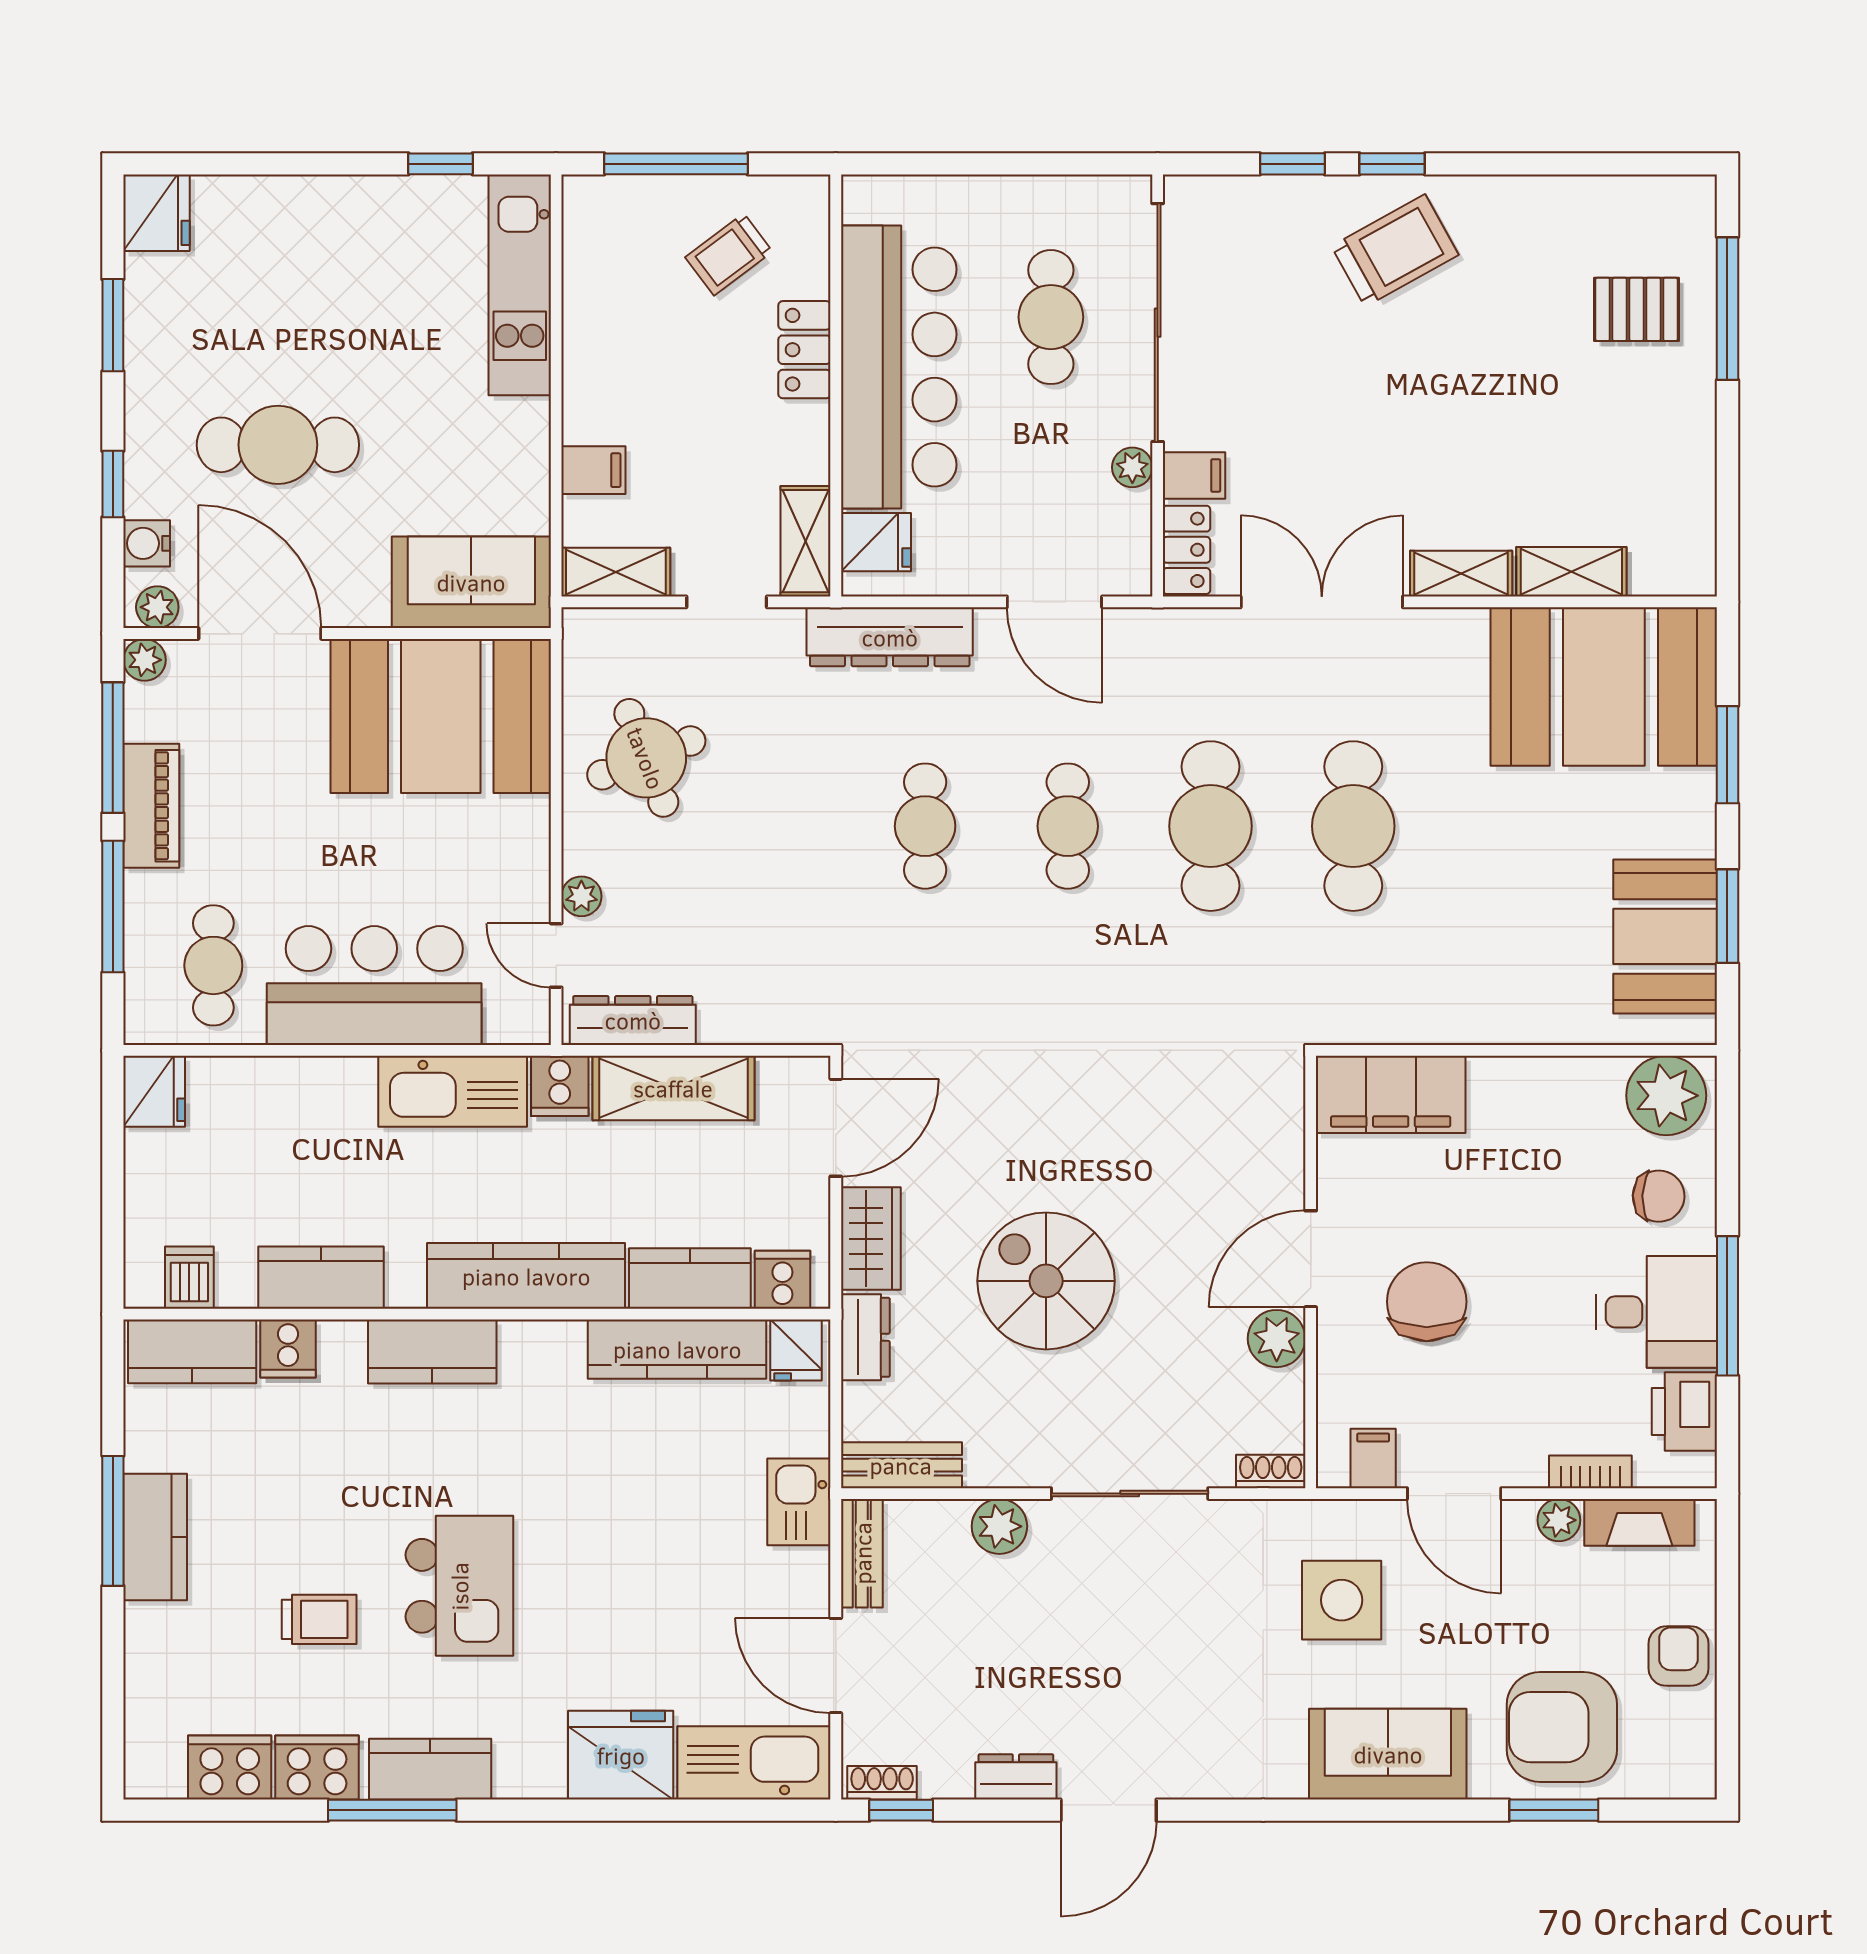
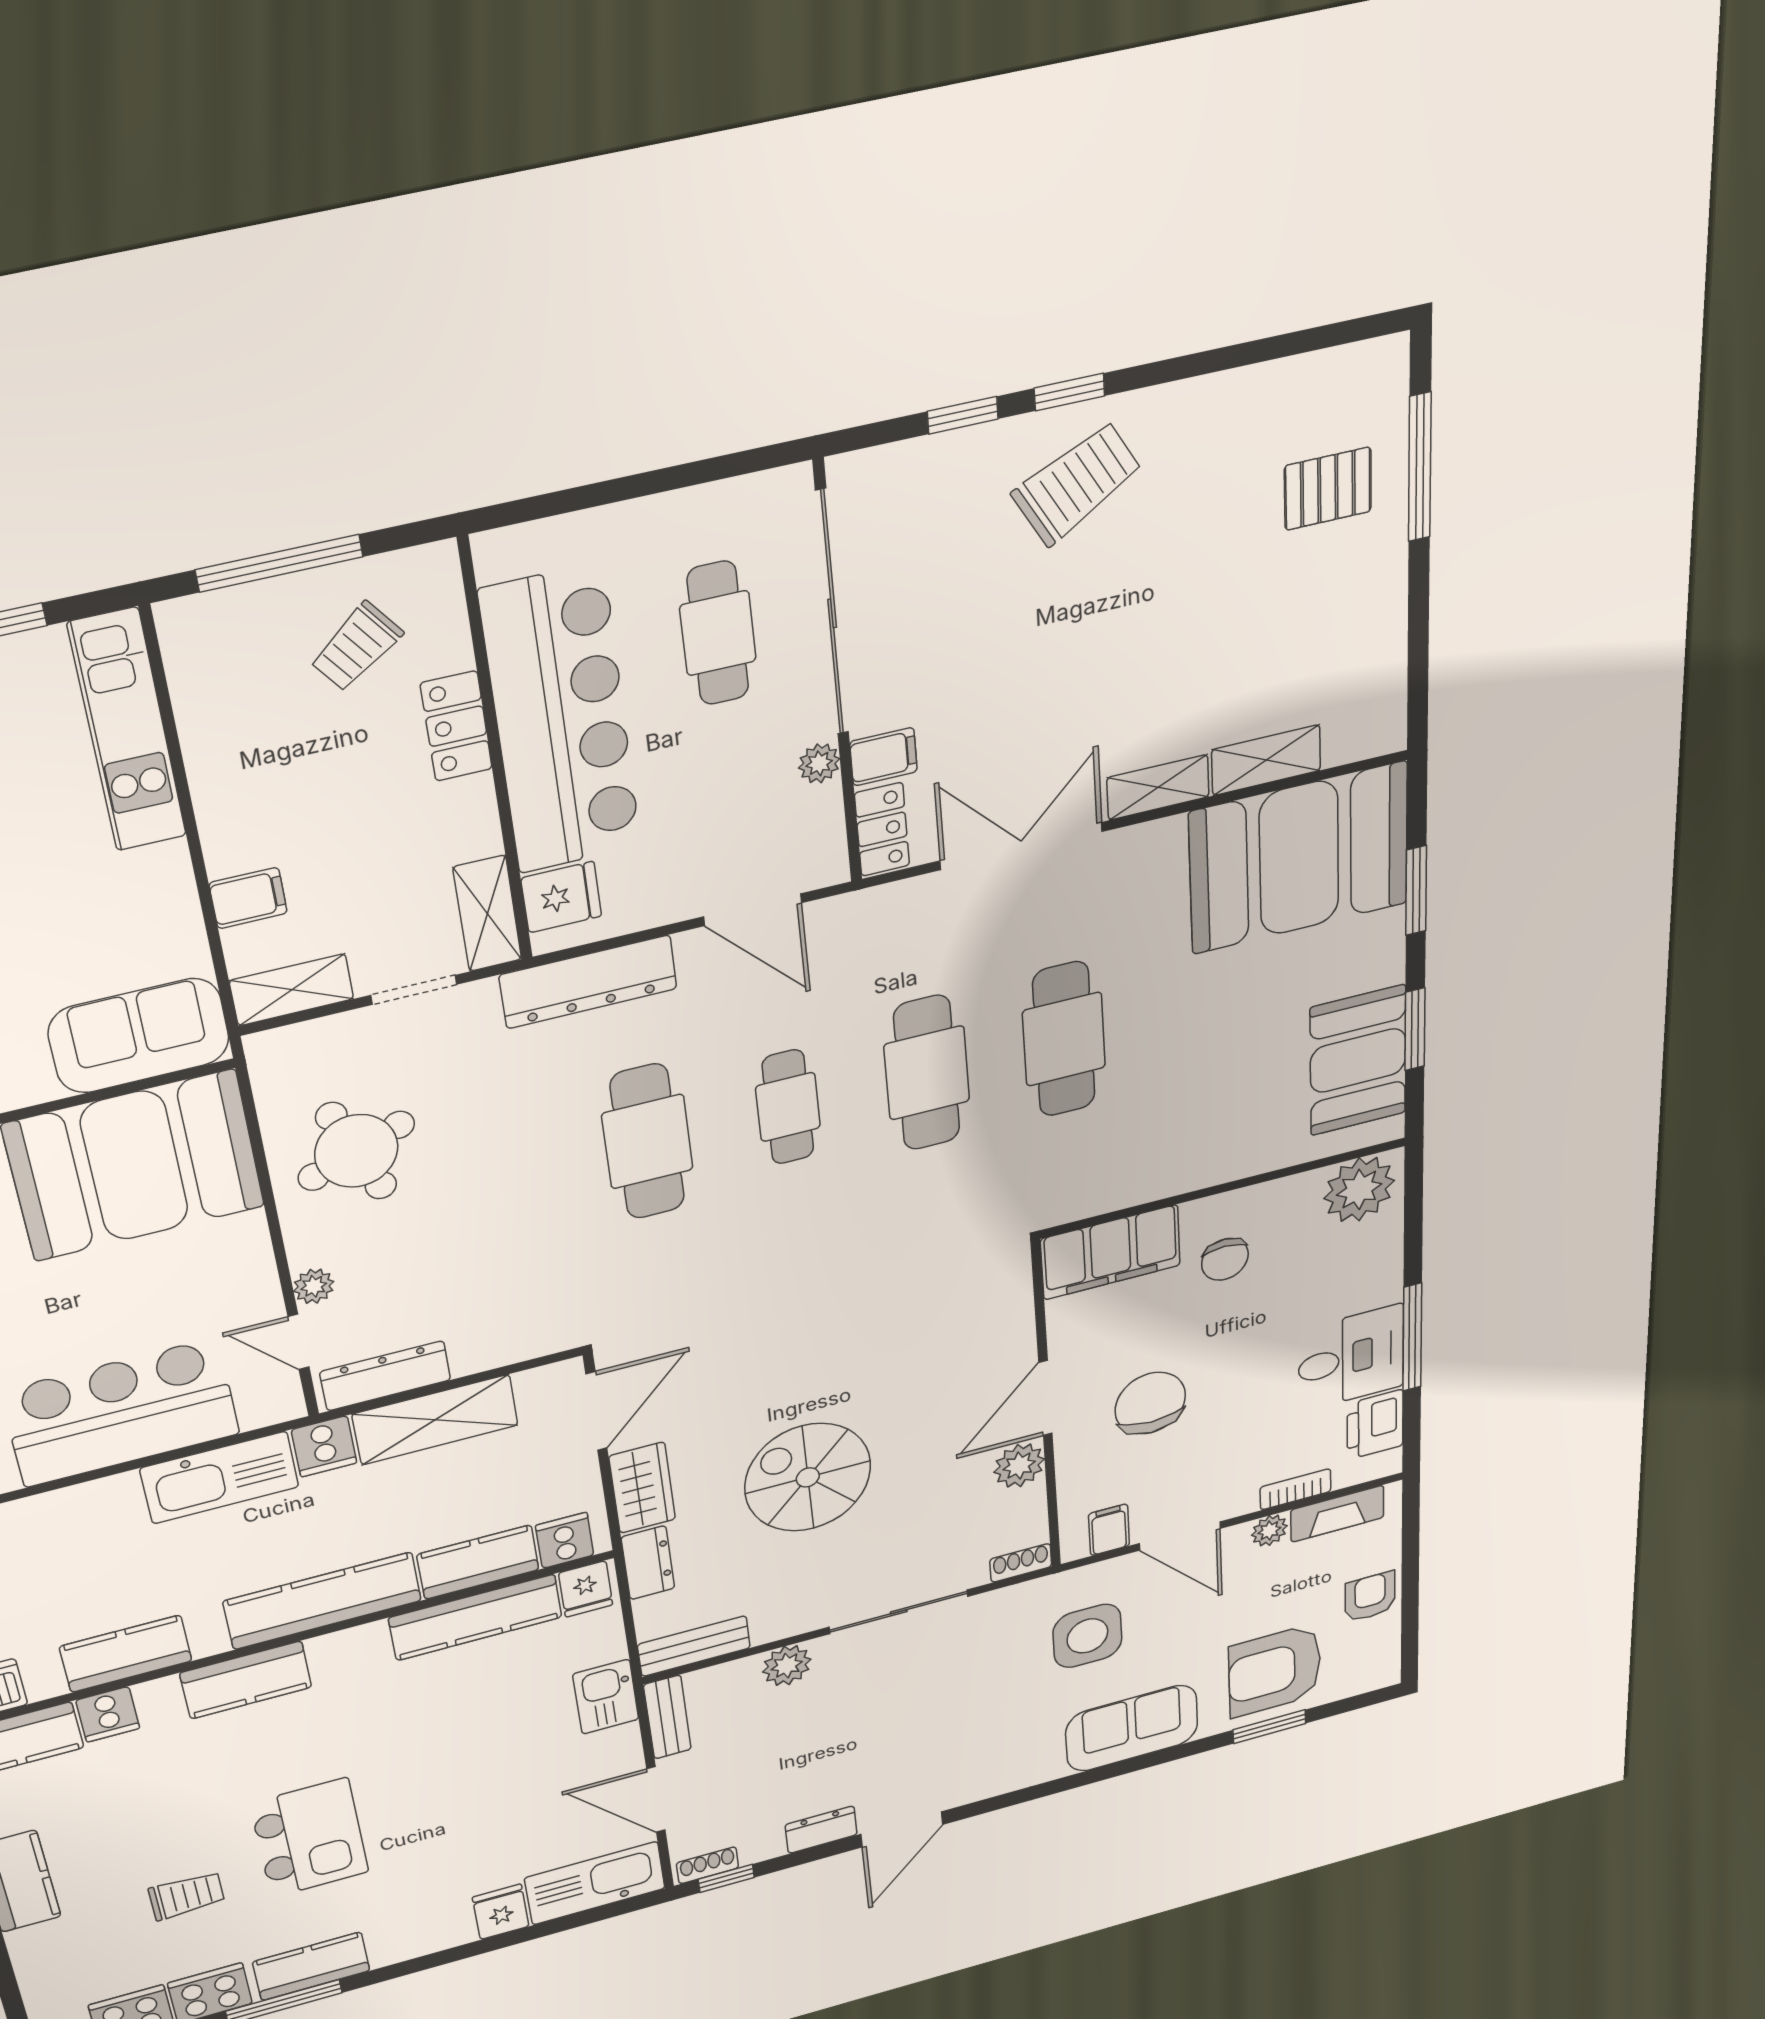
cafe table: (925, 826) -> (647, 1142), width x1.37, depth x1.35
chair: (1659, 1196) -> (1225, 1259), moved, turned 88
fridge: (621, 1755) -> (501, 1912), width x0.53, depth x0.75

